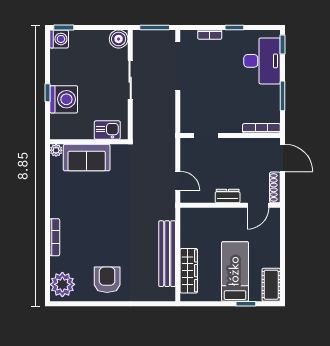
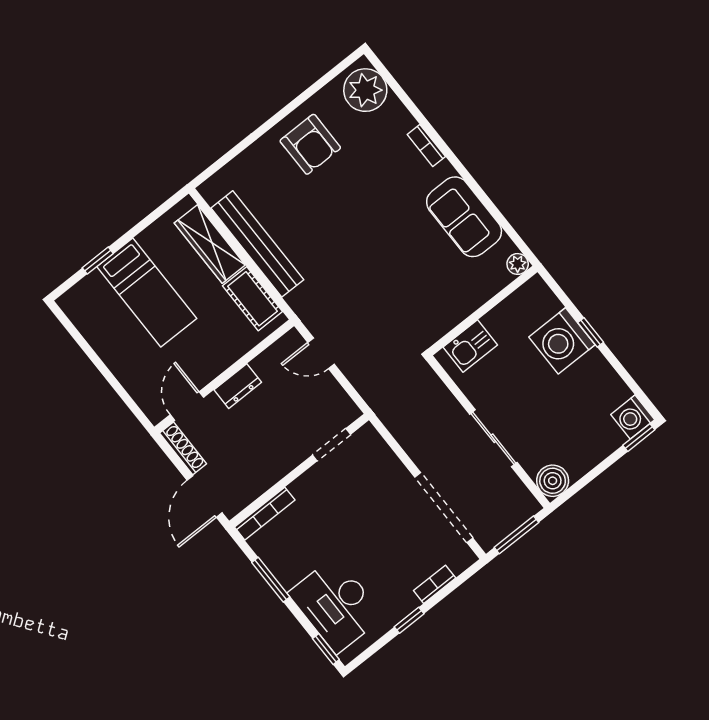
sofa: (87, 158) -> (464, 217), moved, turned -90
door: (283, 158) -> (205, 496), hinge flipped
bookcase: (55, 237) -> (426, 145), width x0.64
cot: (271, 285) -> (252, 299), moved

